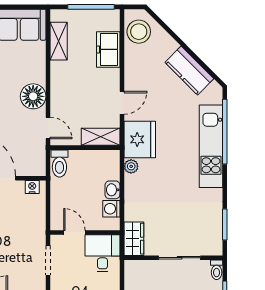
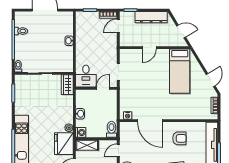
door: (48, 128) -> (118, 150), hinge flipped
washing machine: (111, 209) -> (81, 132), moved
door: (74, 232) -> (103, 88), swing flipped

